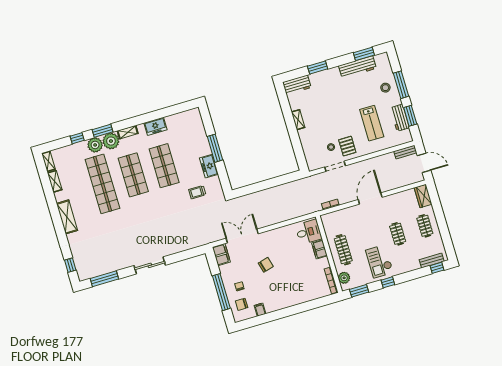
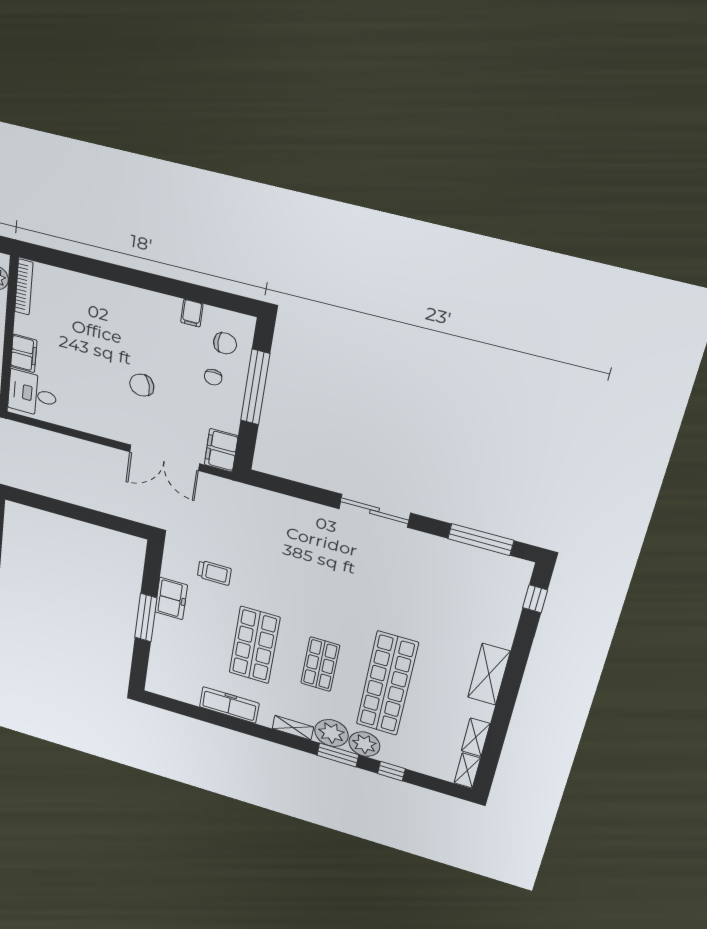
freezer: (155, 126) -> (229, 705), width x1.40
shop shelf: (133, 175) -> (320, 664), width x0.70, depth x0.74

